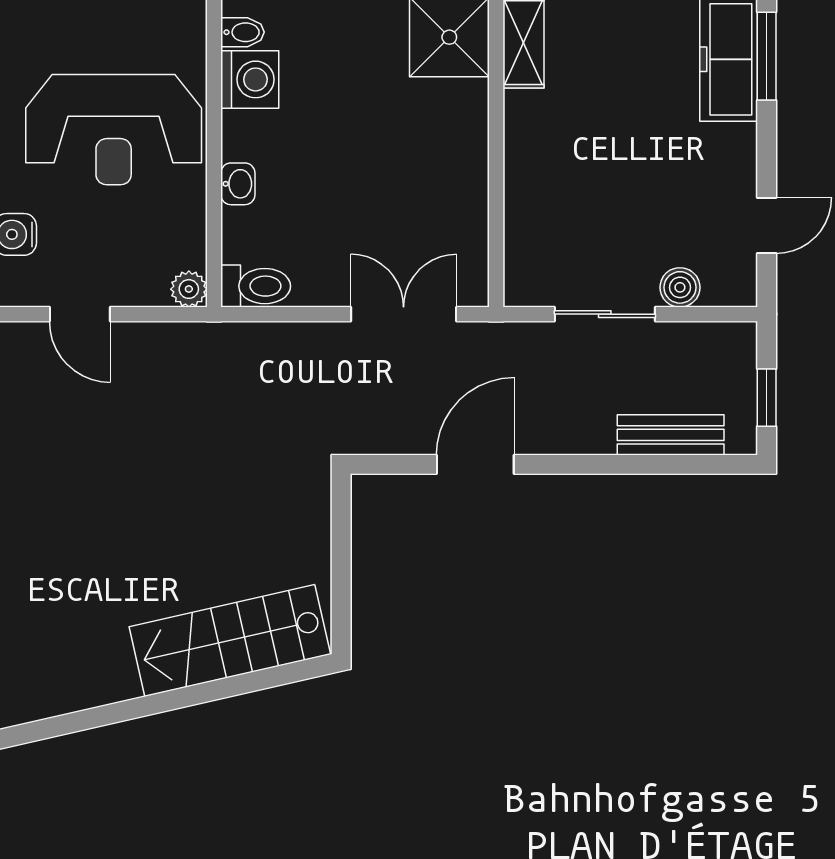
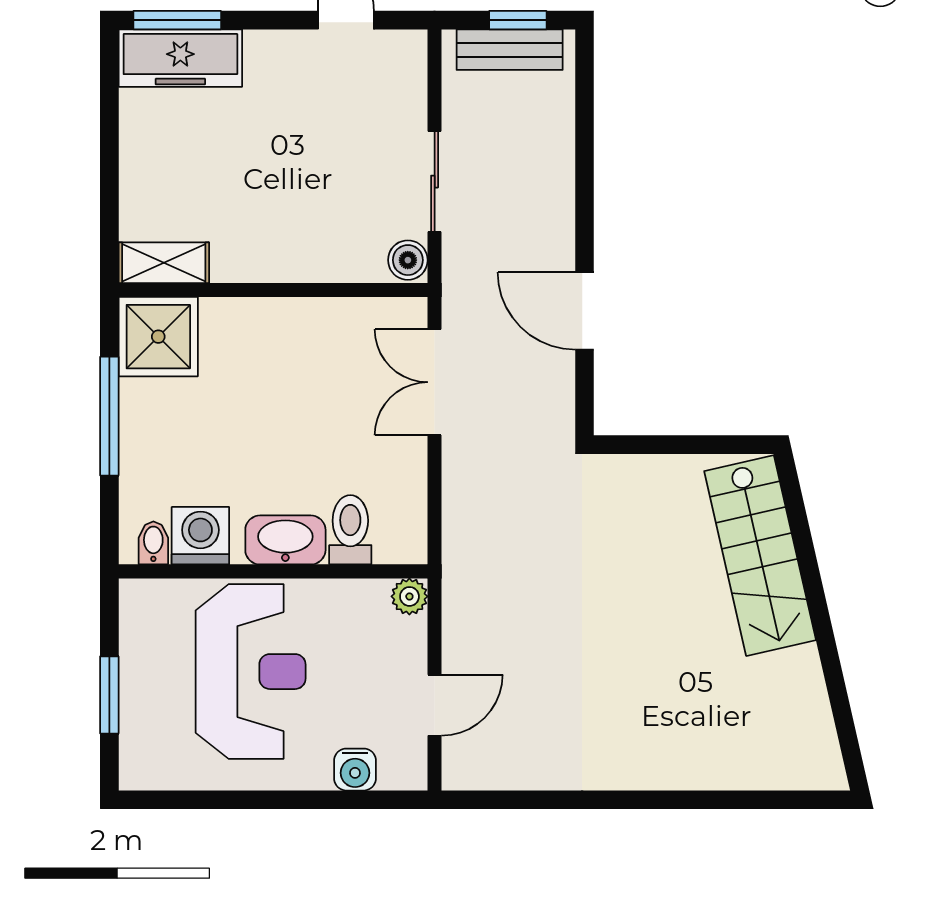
washbasin: (238, 184) -> (285, 540), width x1.91, depth x1.45
toilet: (256, 286) -> (350, 530), moved
boiler: (680, 287) -> (408, 260), moved
bench: (671, 435) -> (510, 50), moved, turned 90

